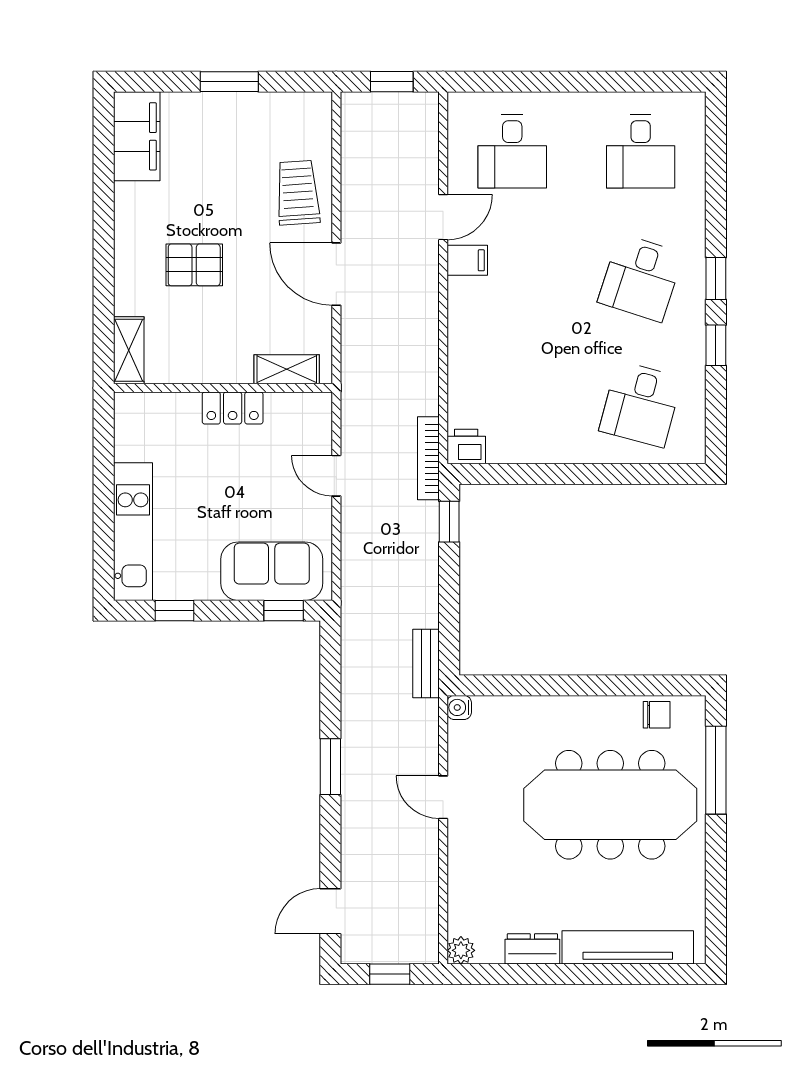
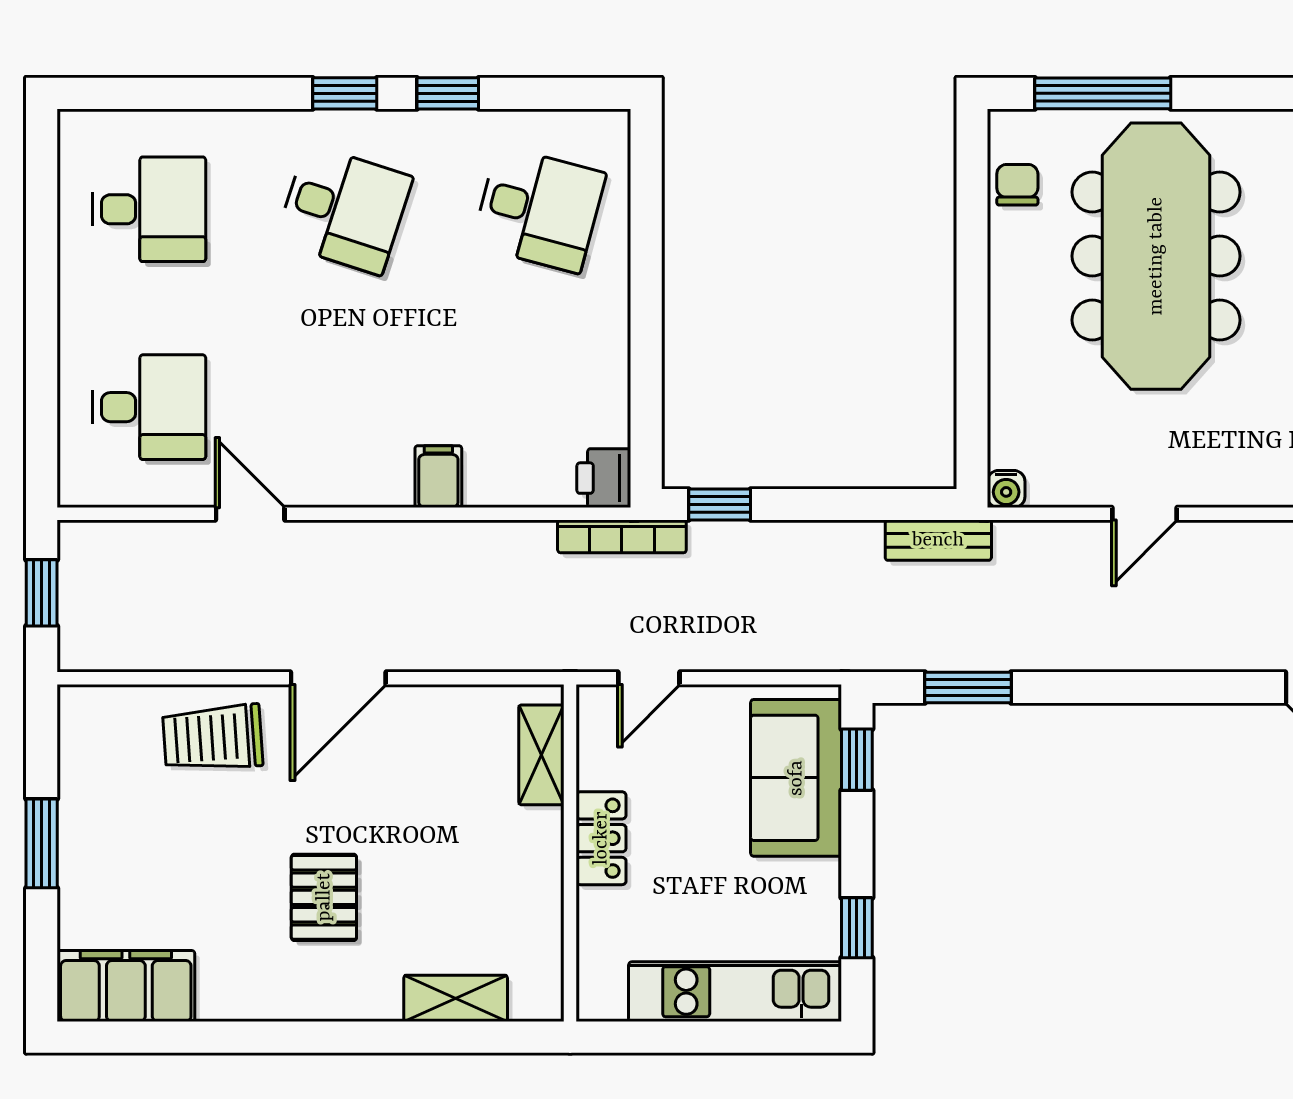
filing cabinet: (467, 260) -> (438, 477), moved
shelving: (287, 369) -> (541, 755), moved
wall: (223, 388) -> (570, 853), moved
locker: (233, 408) -> (601, 838), moved
window: (330, 767) -> (968, 688), moved

